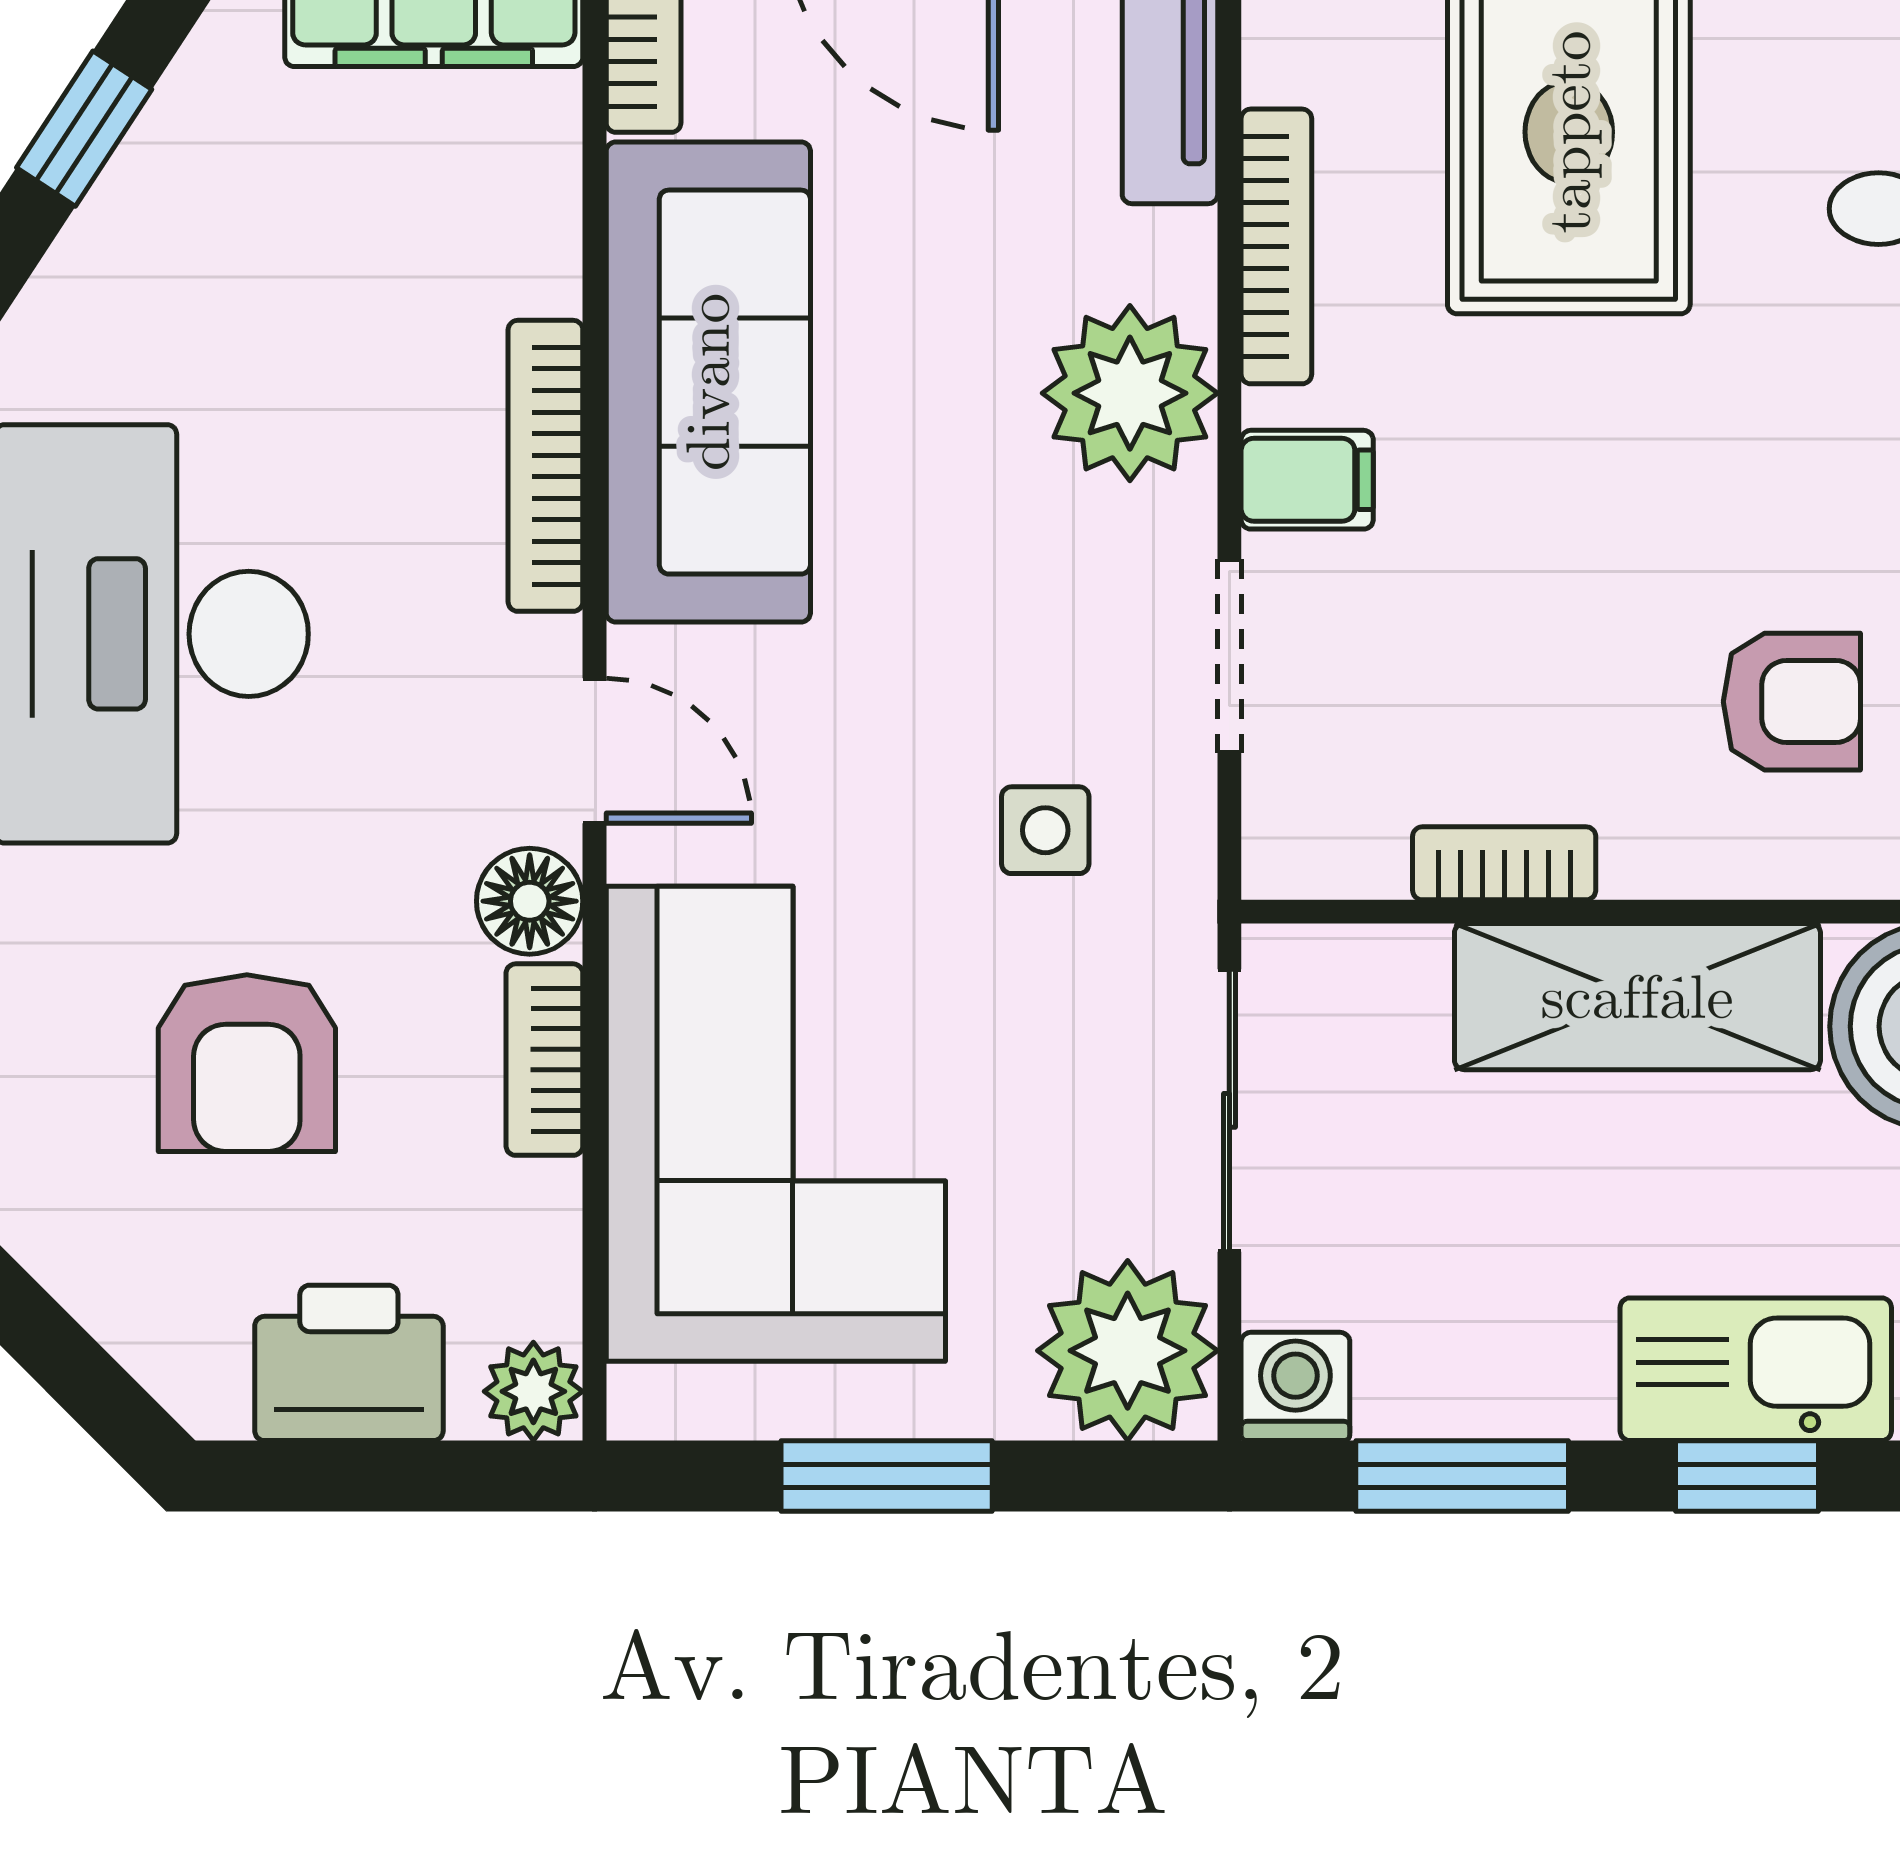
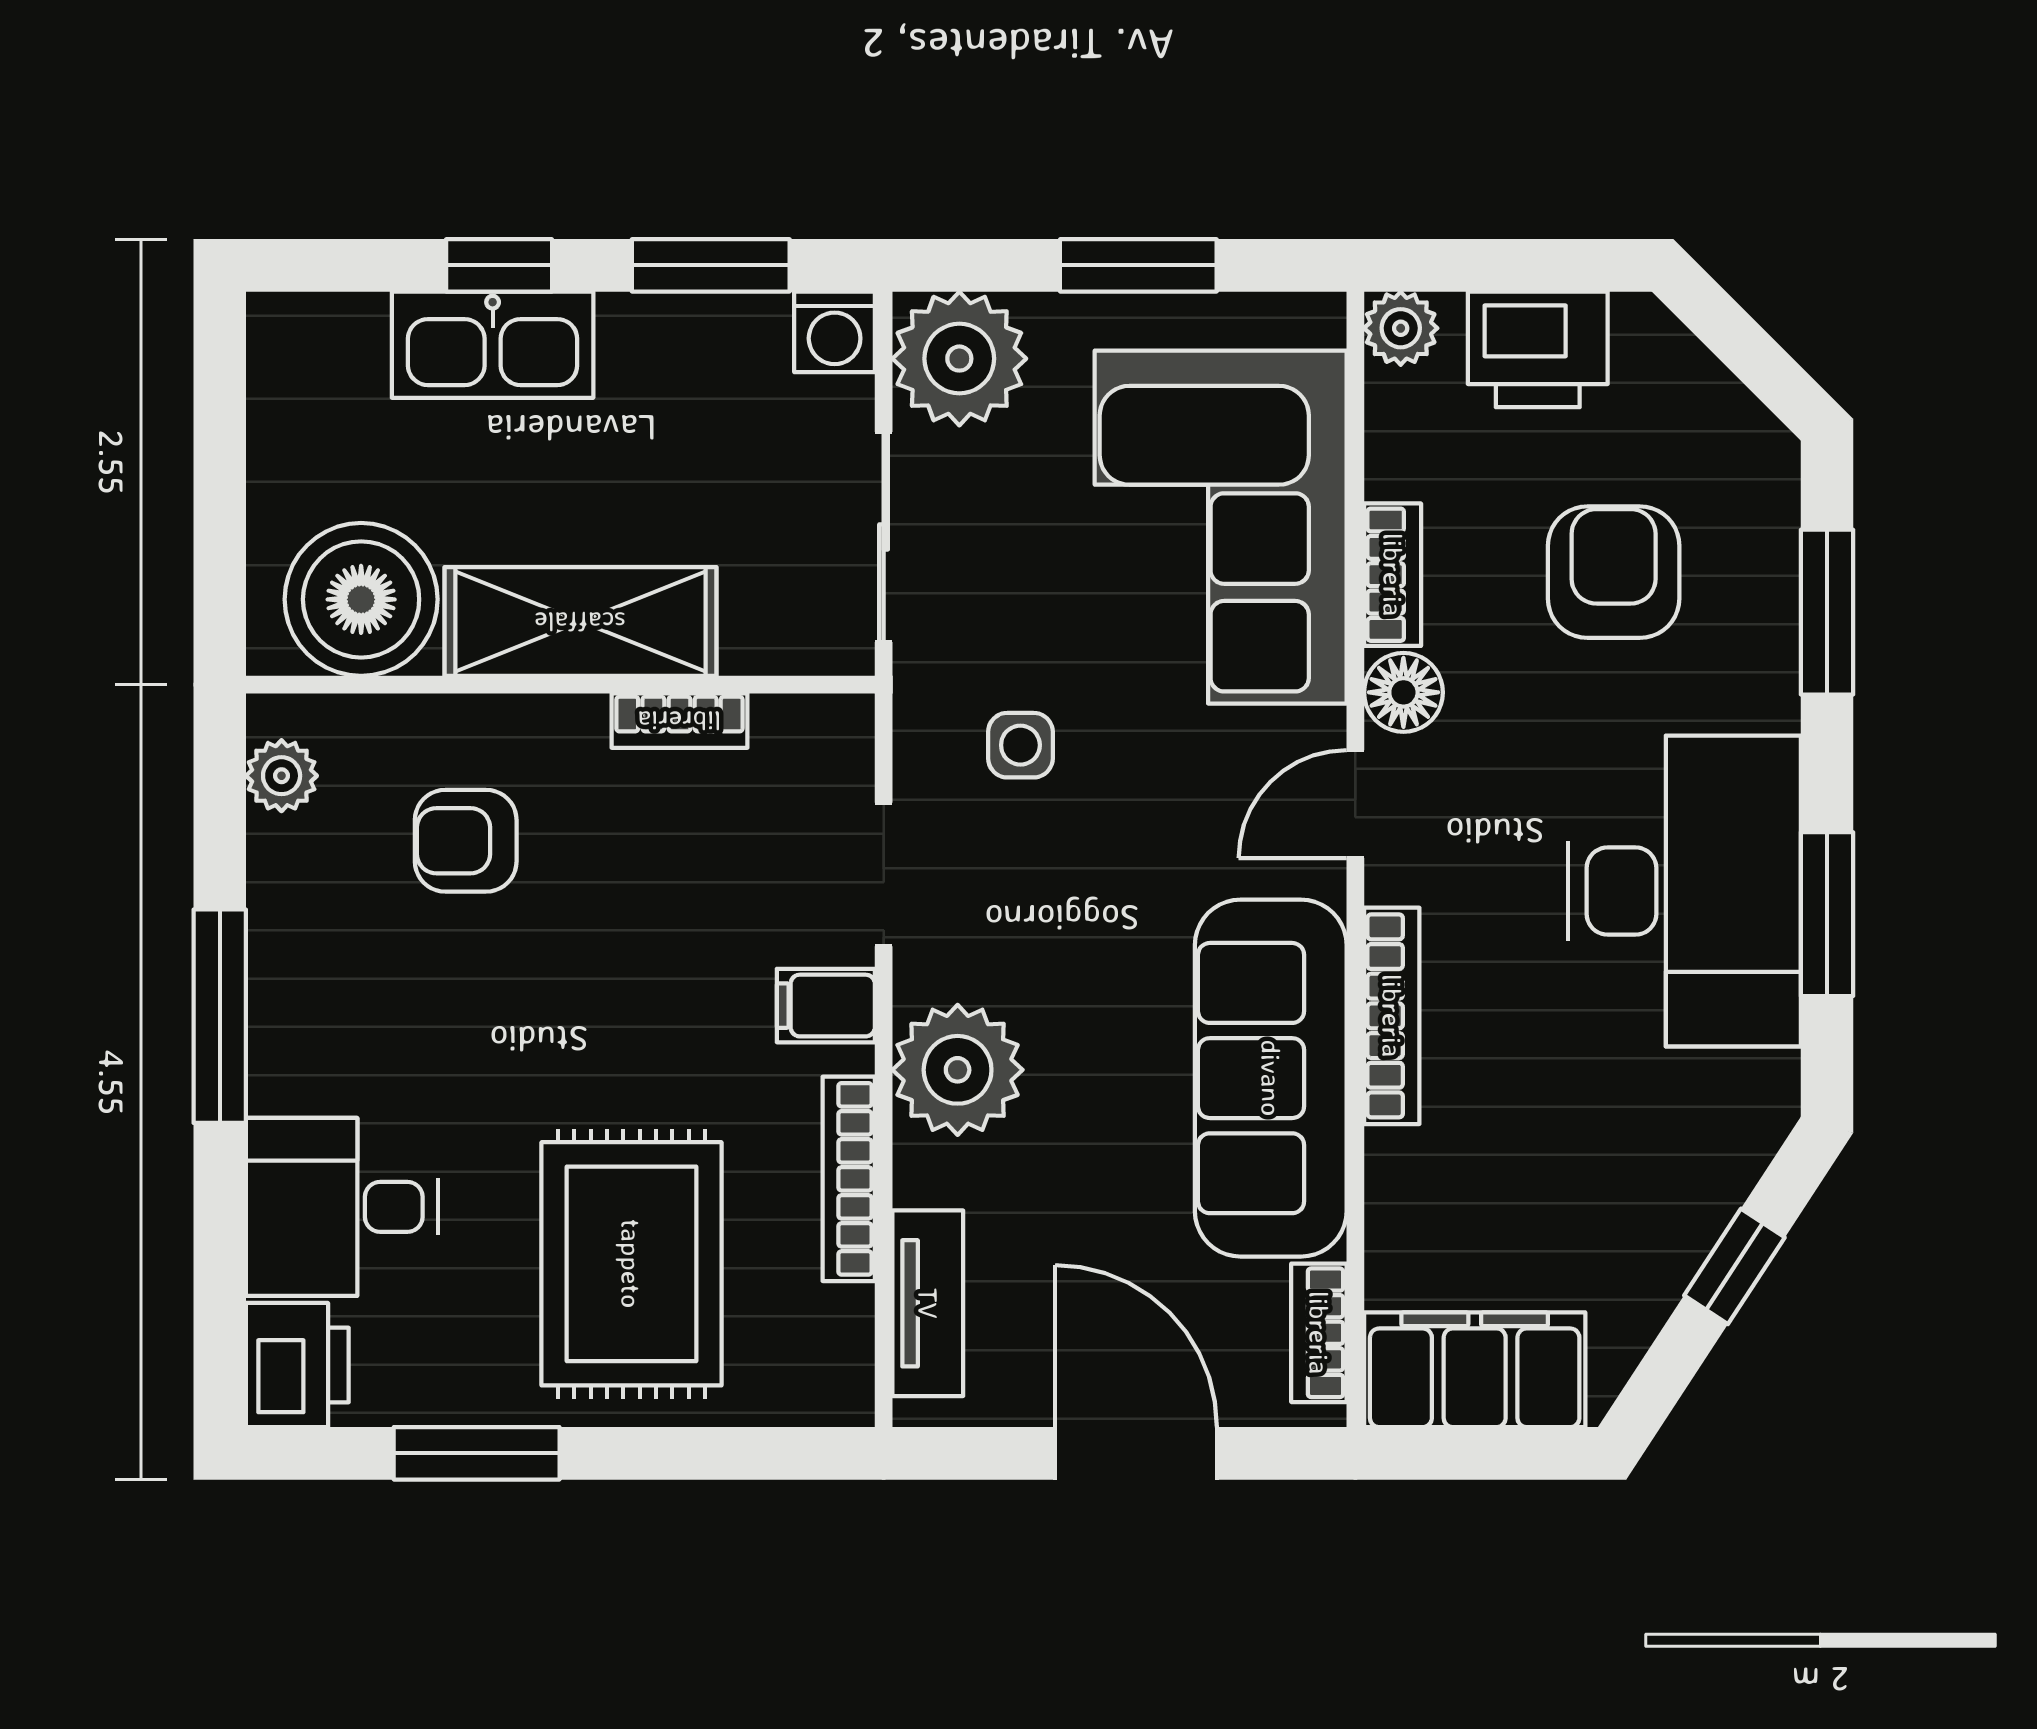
door: (595, 751) -> (1355, 804), hinge flipped

